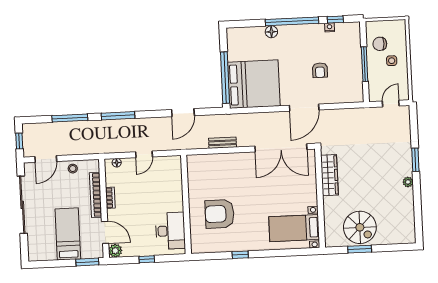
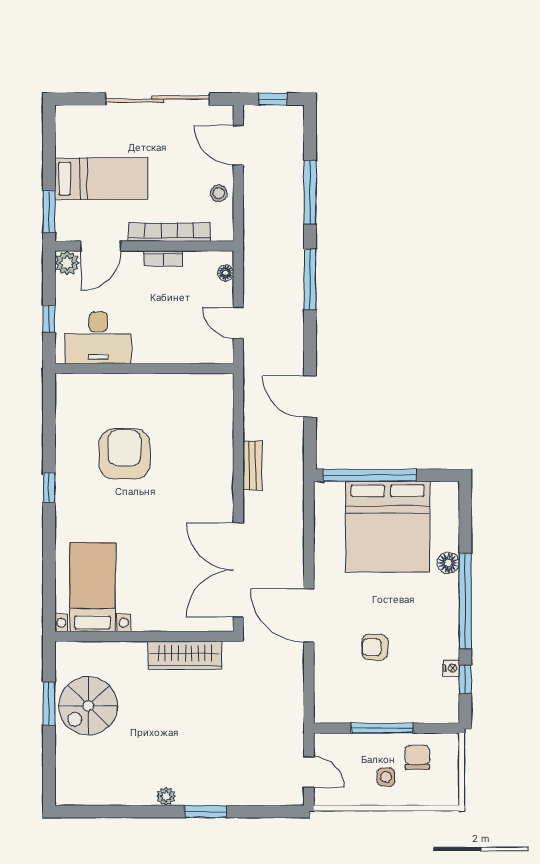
bed: (254, 84) -> (388, 527), moved
wall: (186, 205) -> (144, 368), moved
desk: (170, 231) -> (98, 338), moved

